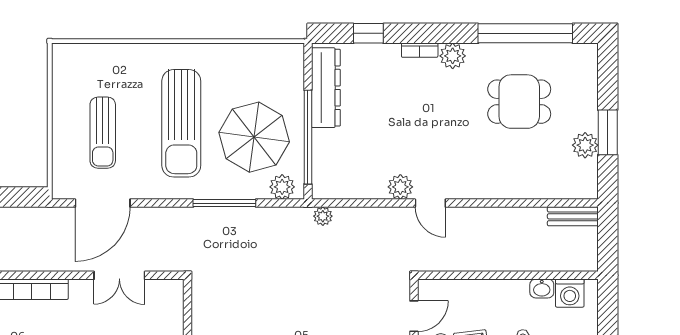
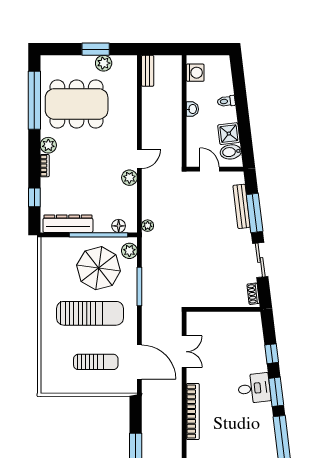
dining table: (519, 102) -> (77, 104), width x1.88, depth x1.24
floor lamp: (322, 169) -> (119, 226), added
washbasin: (542, 288) -> (192, 109), moved

